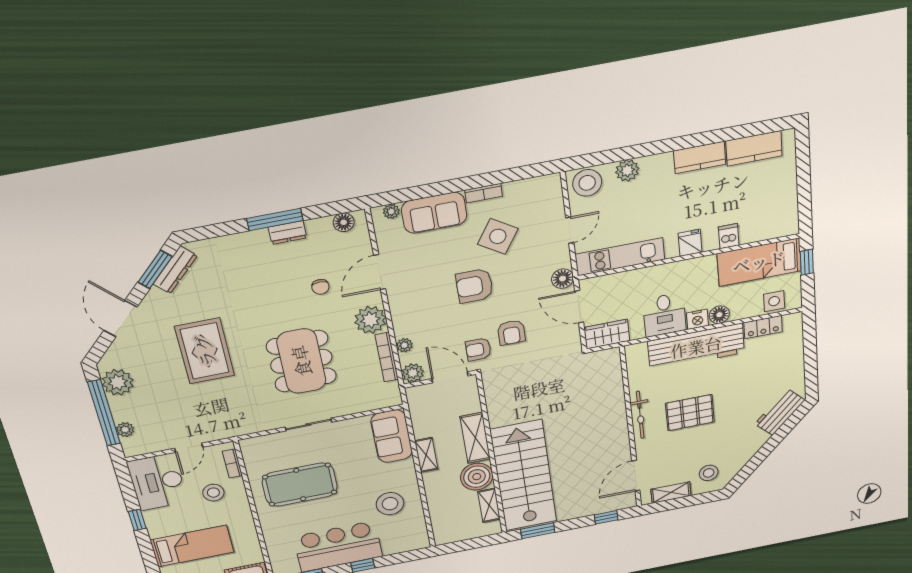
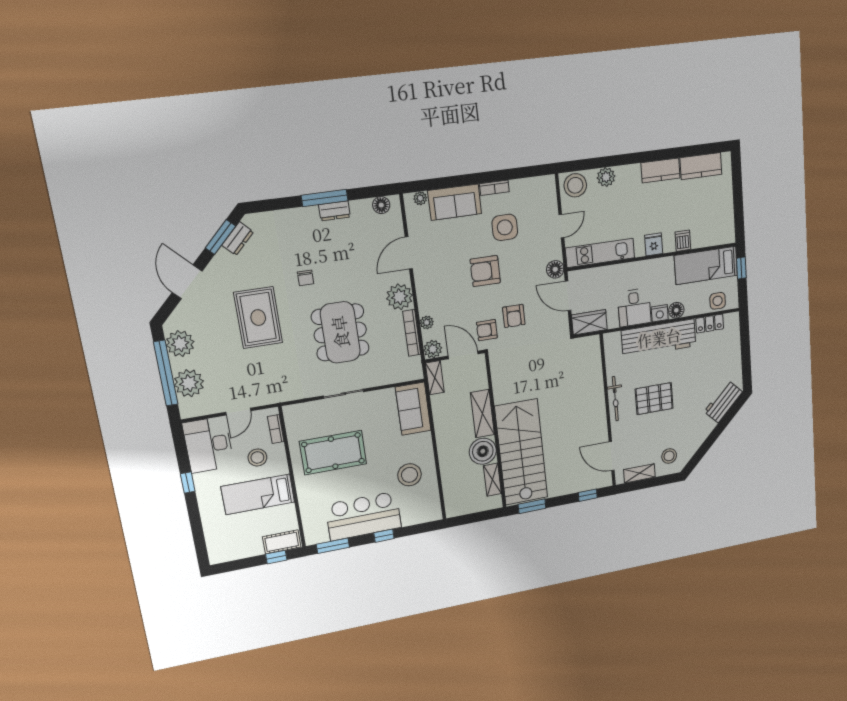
side table: (498, 236) -> (505, 227), turned -33
dresser: (175, 270) -> (238, 239), width x0.70
chair: (320, 287) -> (306, 278), moved
plant: (125, 430) -> (189, 383), width x1.88, depth x1.88
shelving: (426, 455) -> (435, 378), moved
door: (636, 476) -> (612, 456), hinge flipped
bed: (192, 546) -> (258, 494), moved, turned 180

